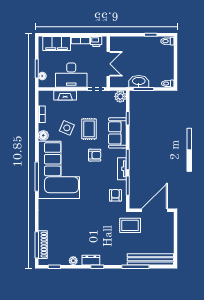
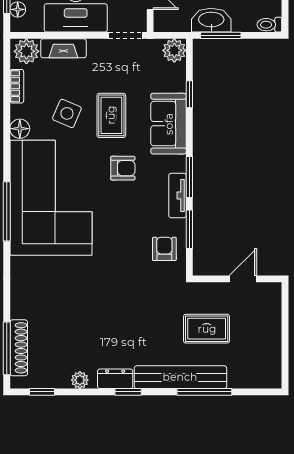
plant: (47, 97) -> (26, 51), added
door: (155, 210) -> (243, 279), width x0.53
rug: (130, 225) -> (207, 329), moved
bench: (150, 259) -> (180, 377), moved

